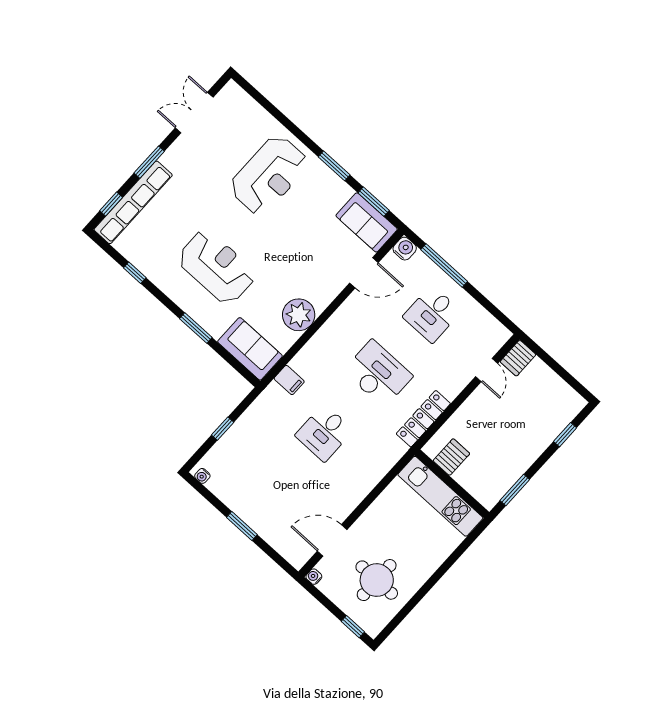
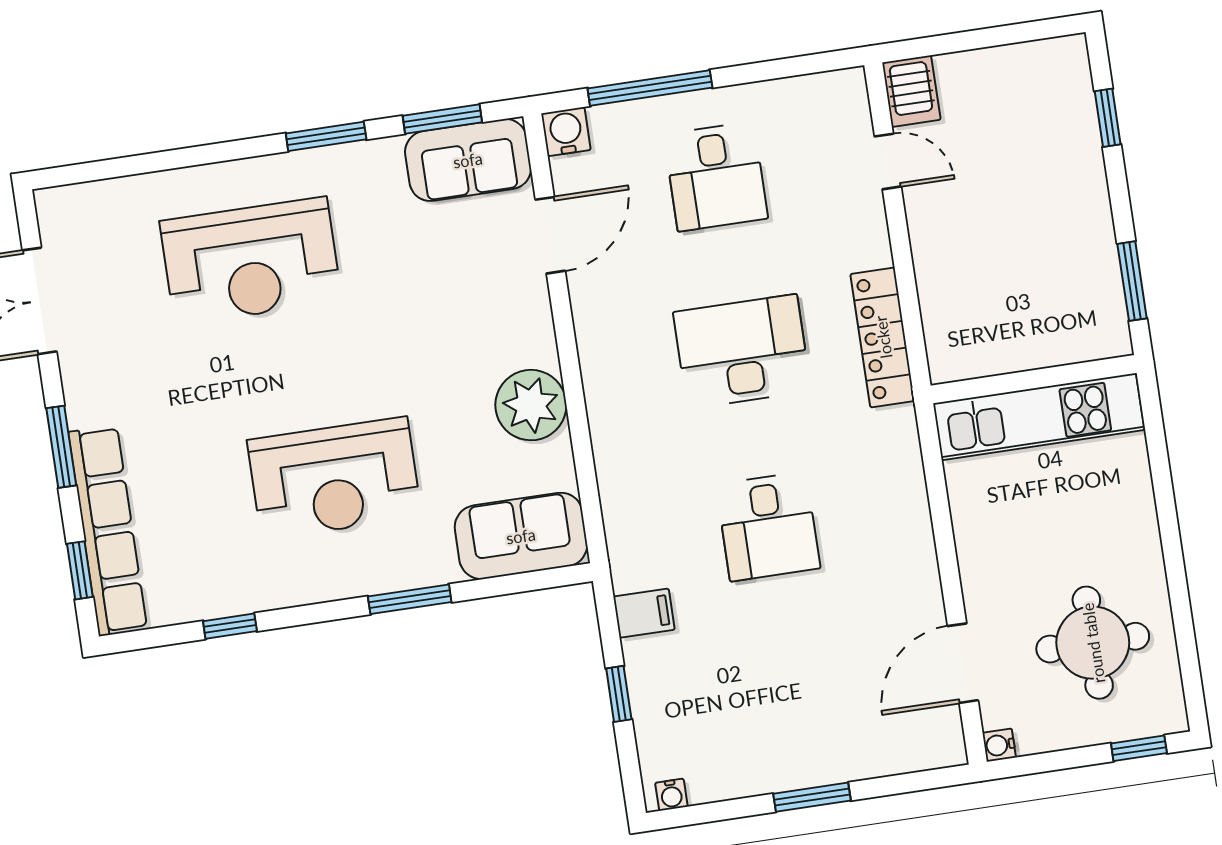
reception desk: (269, 175) -> (251, 261), turned 90
reception desk: (217, 267) -> (334, 478), turned 180
filing cabinet: (289, 380) -> (644, 613), moved
server rack: (451, 457) -> (987, 343), removed

